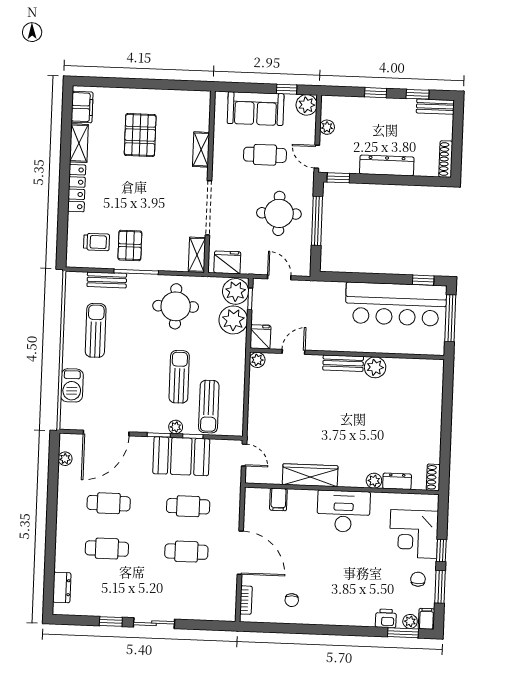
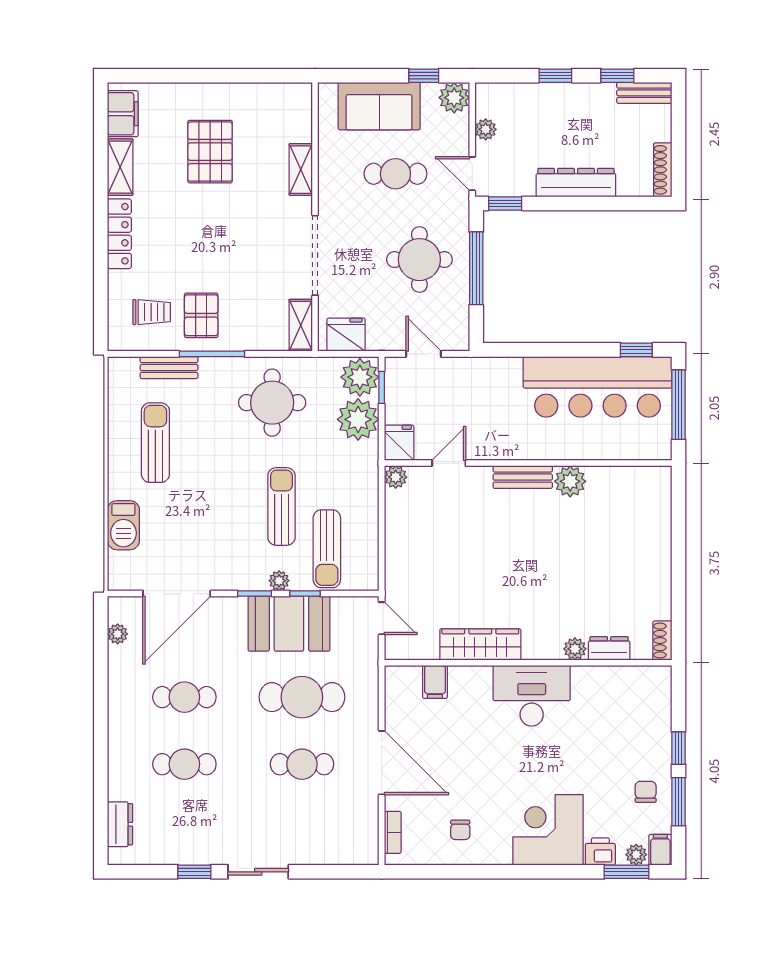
cafe table: (188, 506) -> (302, 697), width x1.37, depth x1.35
corner desk: (414, 534) -> (548, 830), moved, turned 90

